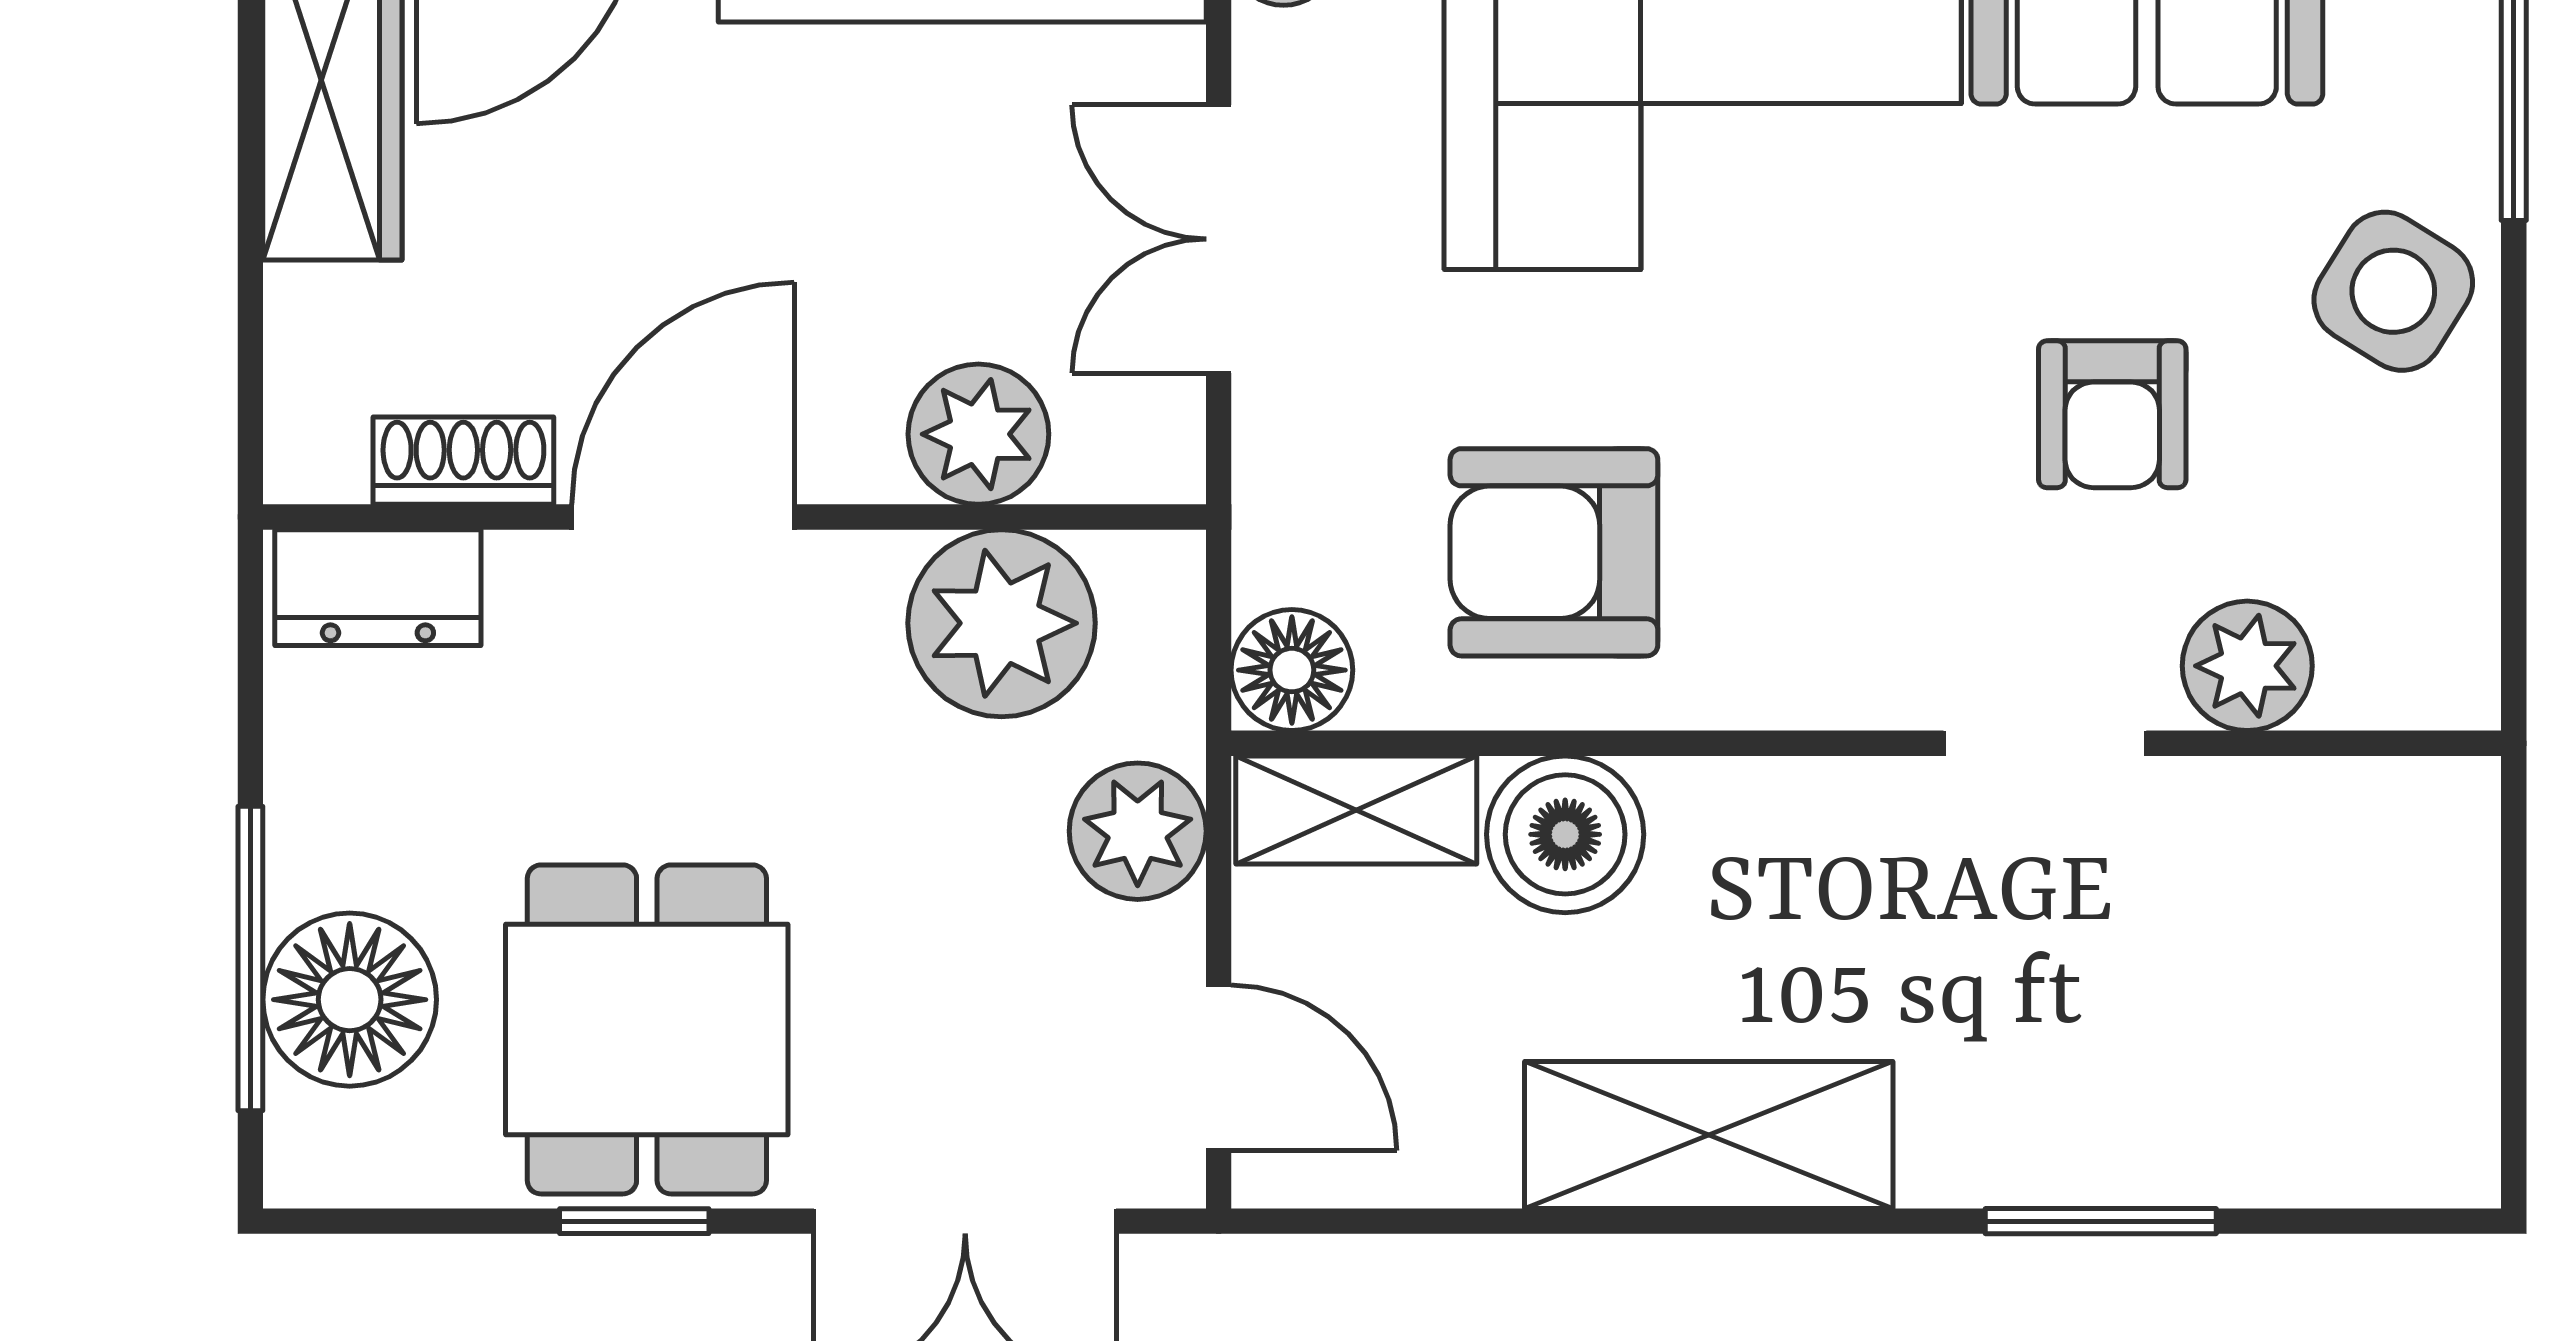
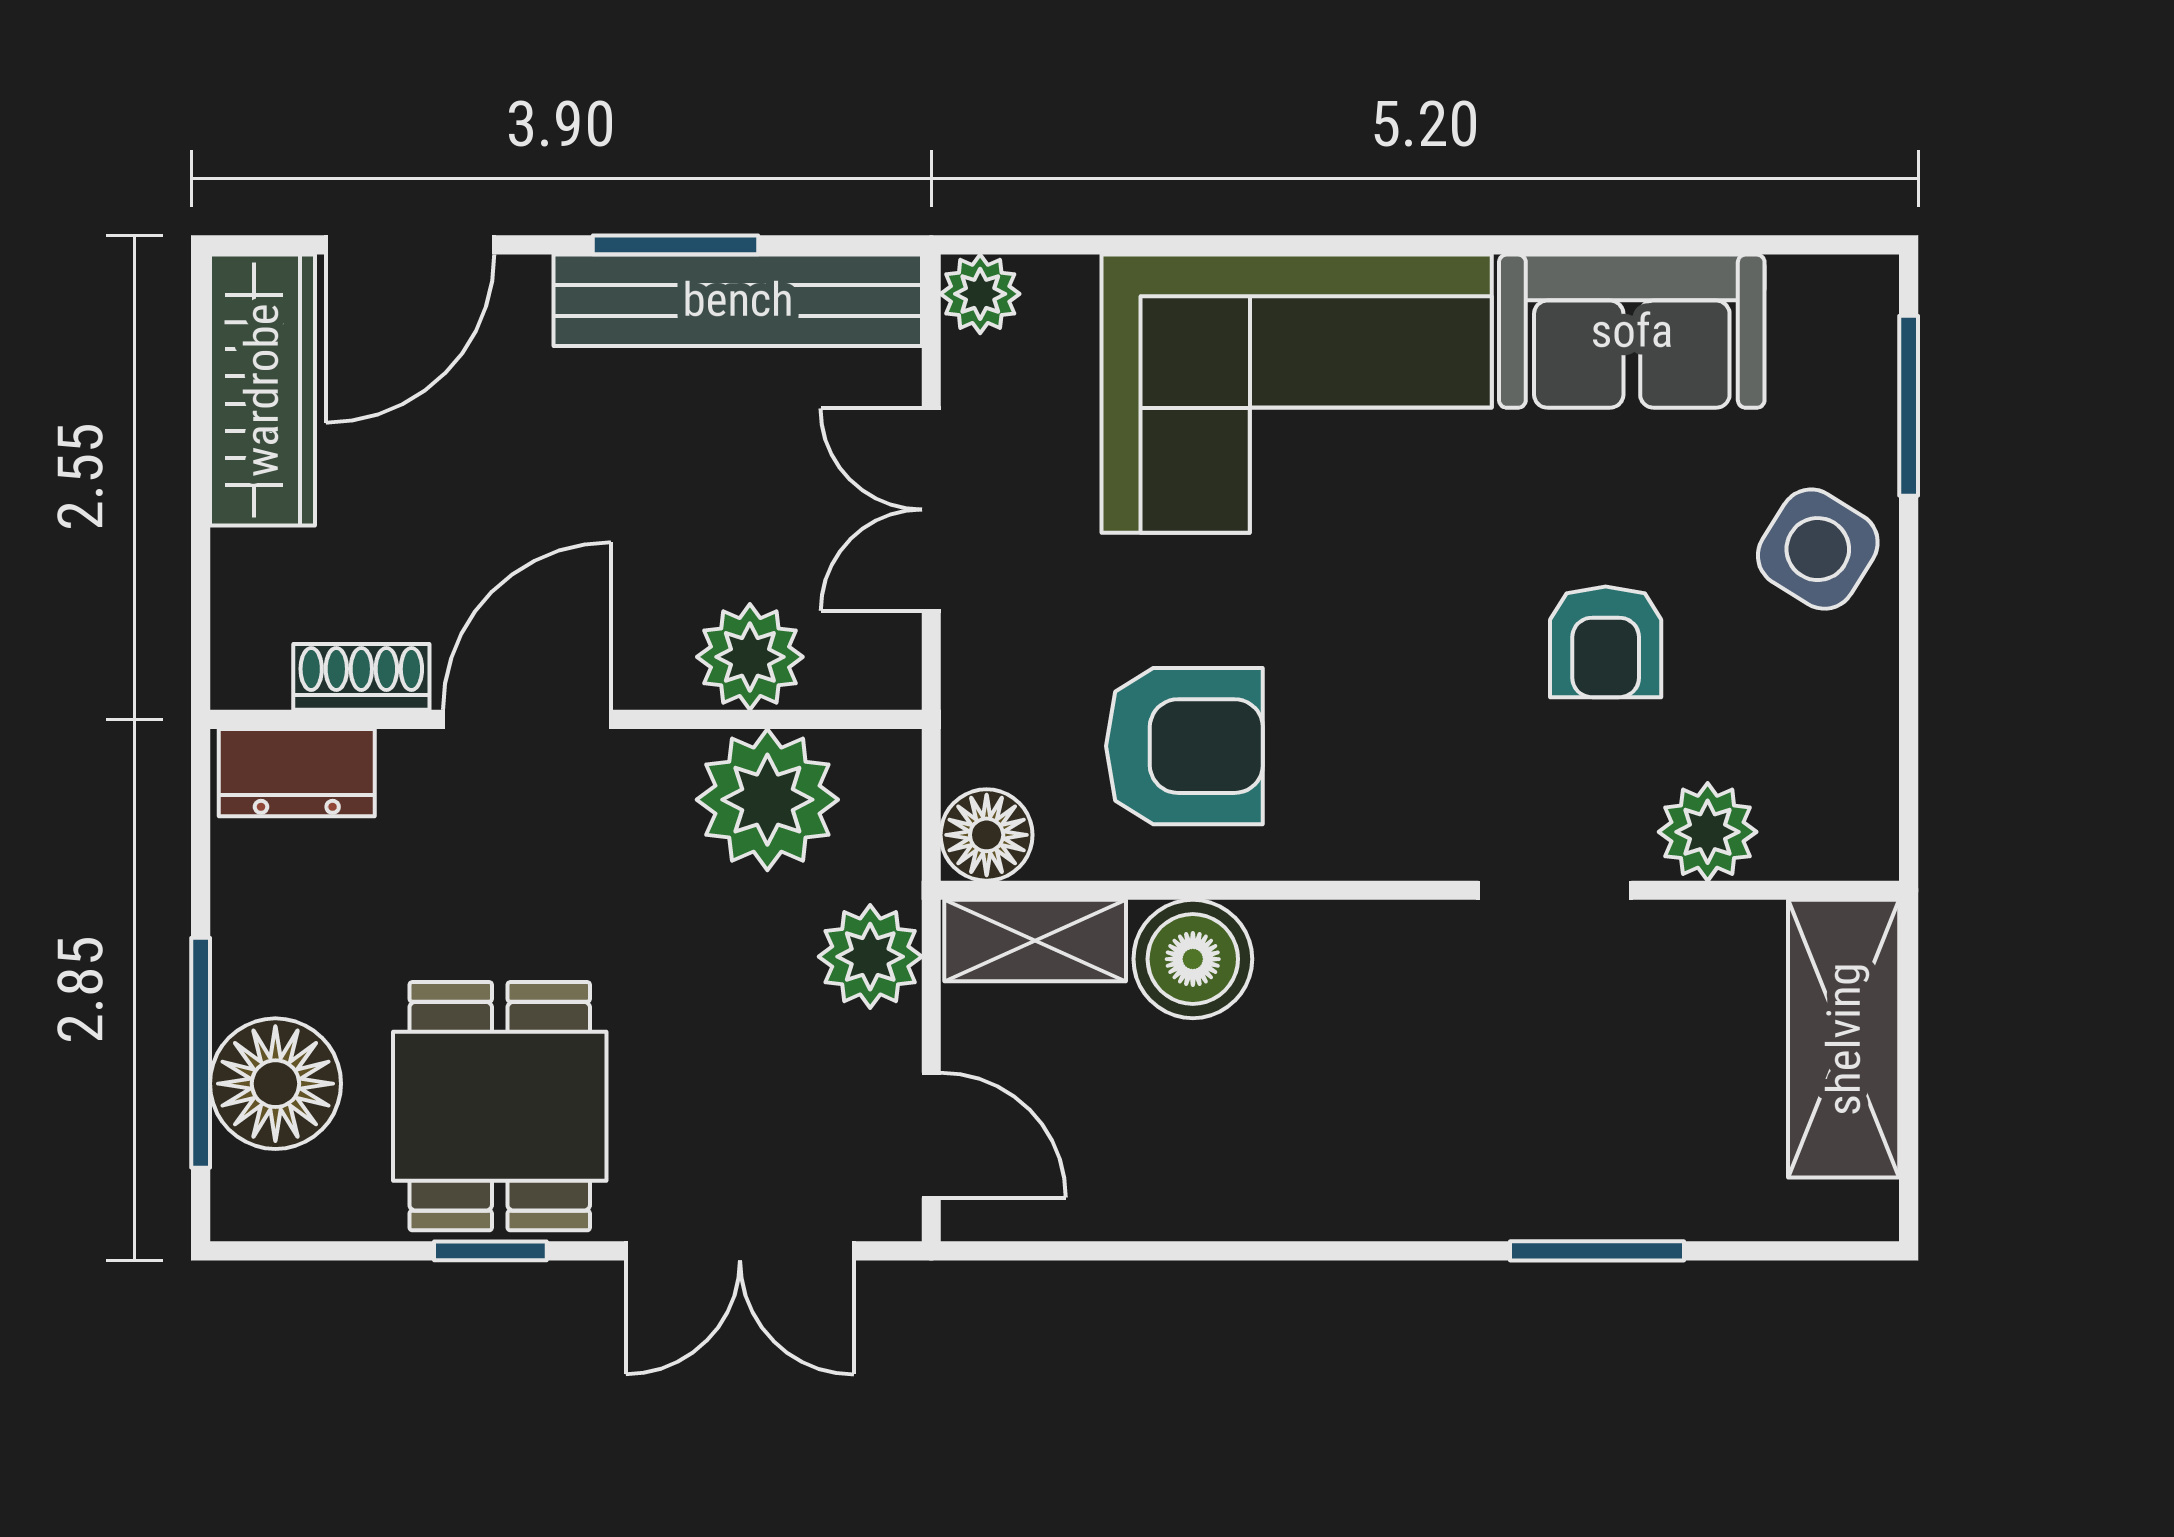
armchair: (1554, 552) -> (1184, 746), turned 180
shelving: (1709, 1135) -> (1844, 1039), moved, turned 90

